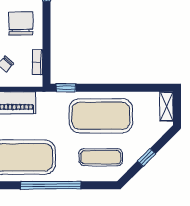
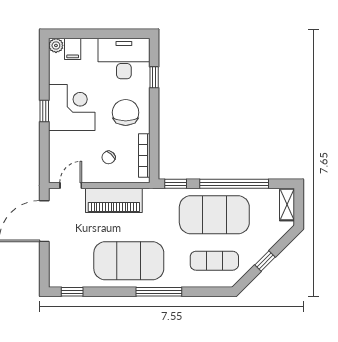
bookcase: (38, 62) -> (144, 155), width x1.56
window: (119, 88) -> (234, 184), added
window: (51, 185) -> (159, 292), width x0.68

